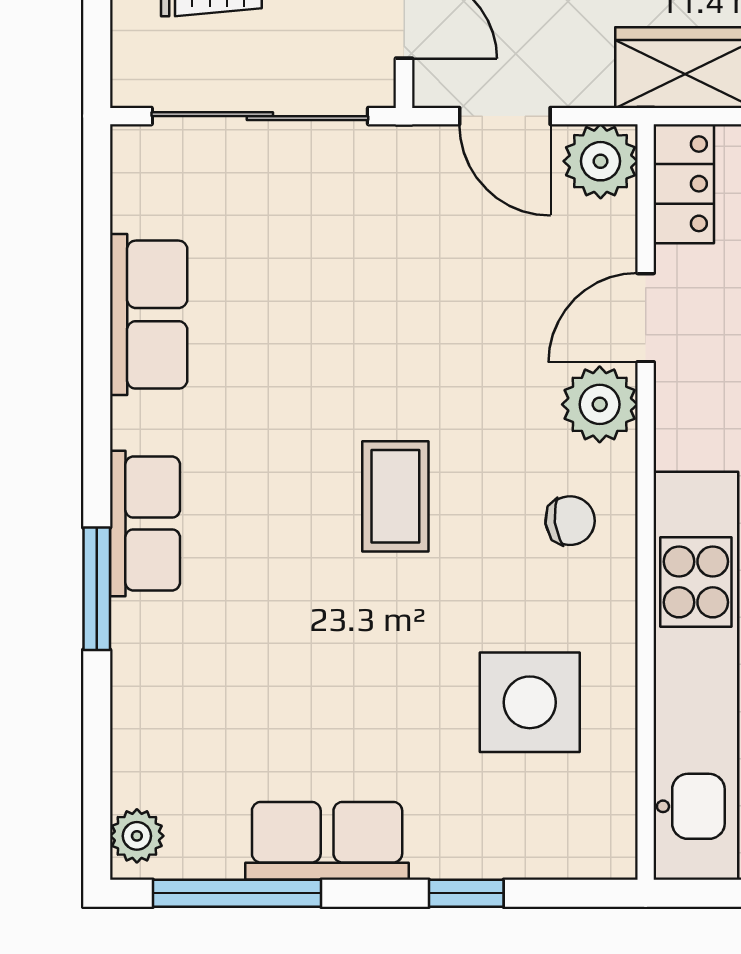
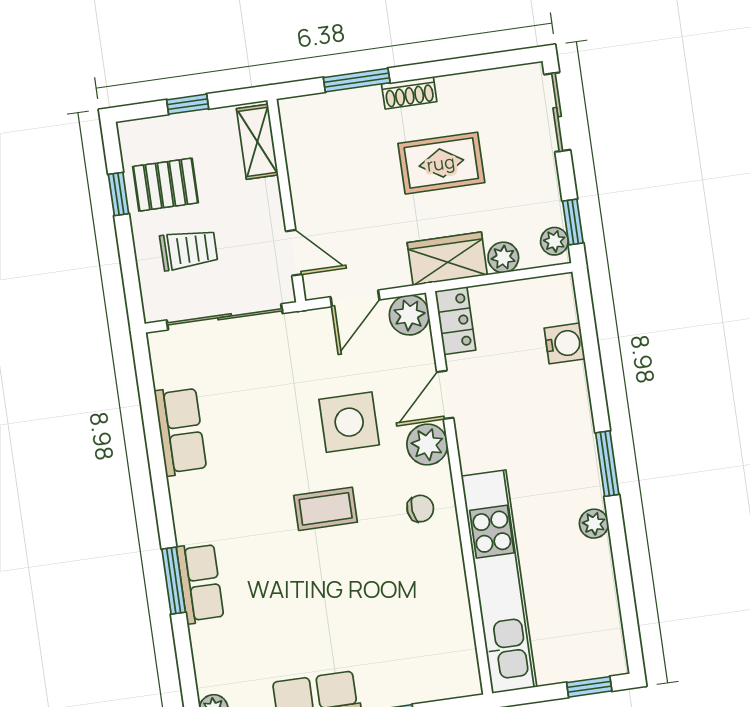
door: (505, 116) -> (355, 298), hinge flipped
coffee table: (395, 496) -> (326, 509), turned 90
row of seats: (145, 524) -> (200, 583), moved
side table: (530, 702) -> (349, 422), moved

